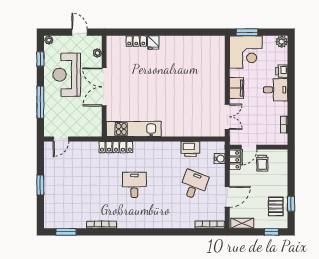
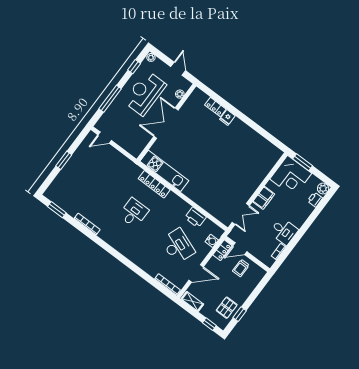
printer: (282, 71) -> (315, 200), moved
desk: (275, 90) -> (284, 231), moved
locker: (116, 147) -> (154, 184), moved
desk: (194, 185) -> (178, 246), width x1.37

